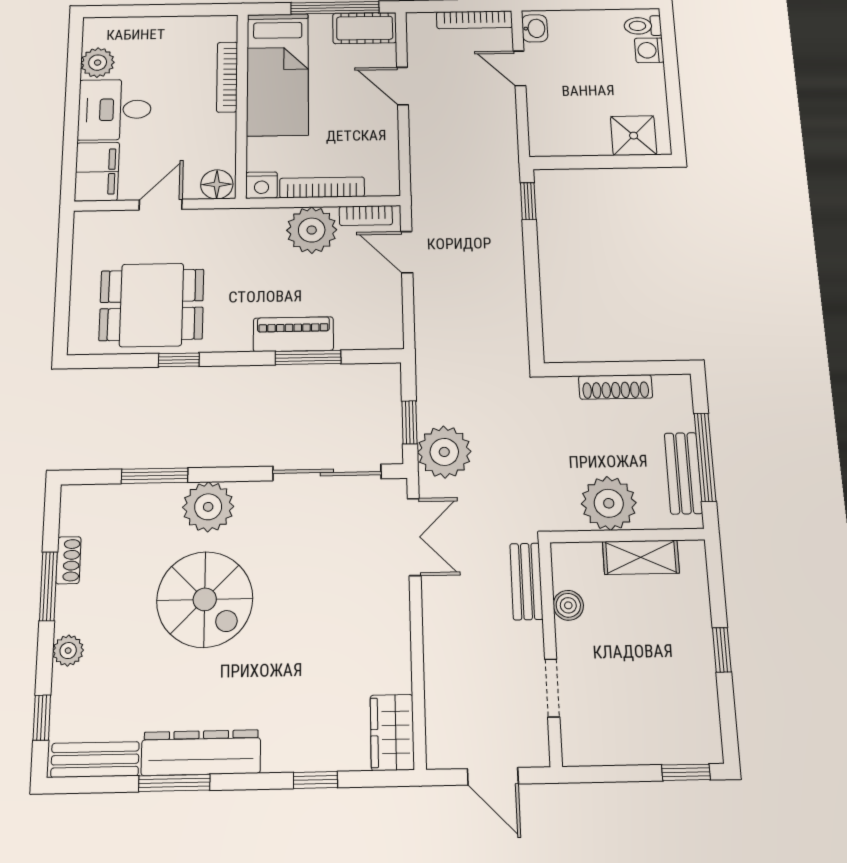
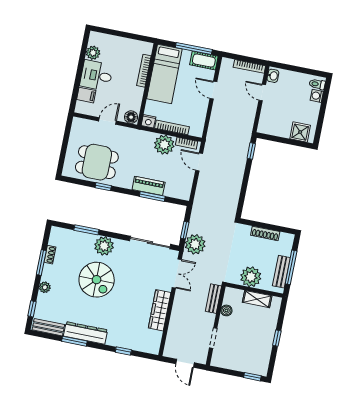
filing cabinet: (97, 172) -> (86, 95), width x0.50
wardrobe: (392, 732) -> (160, 310), moved, width x1.50

